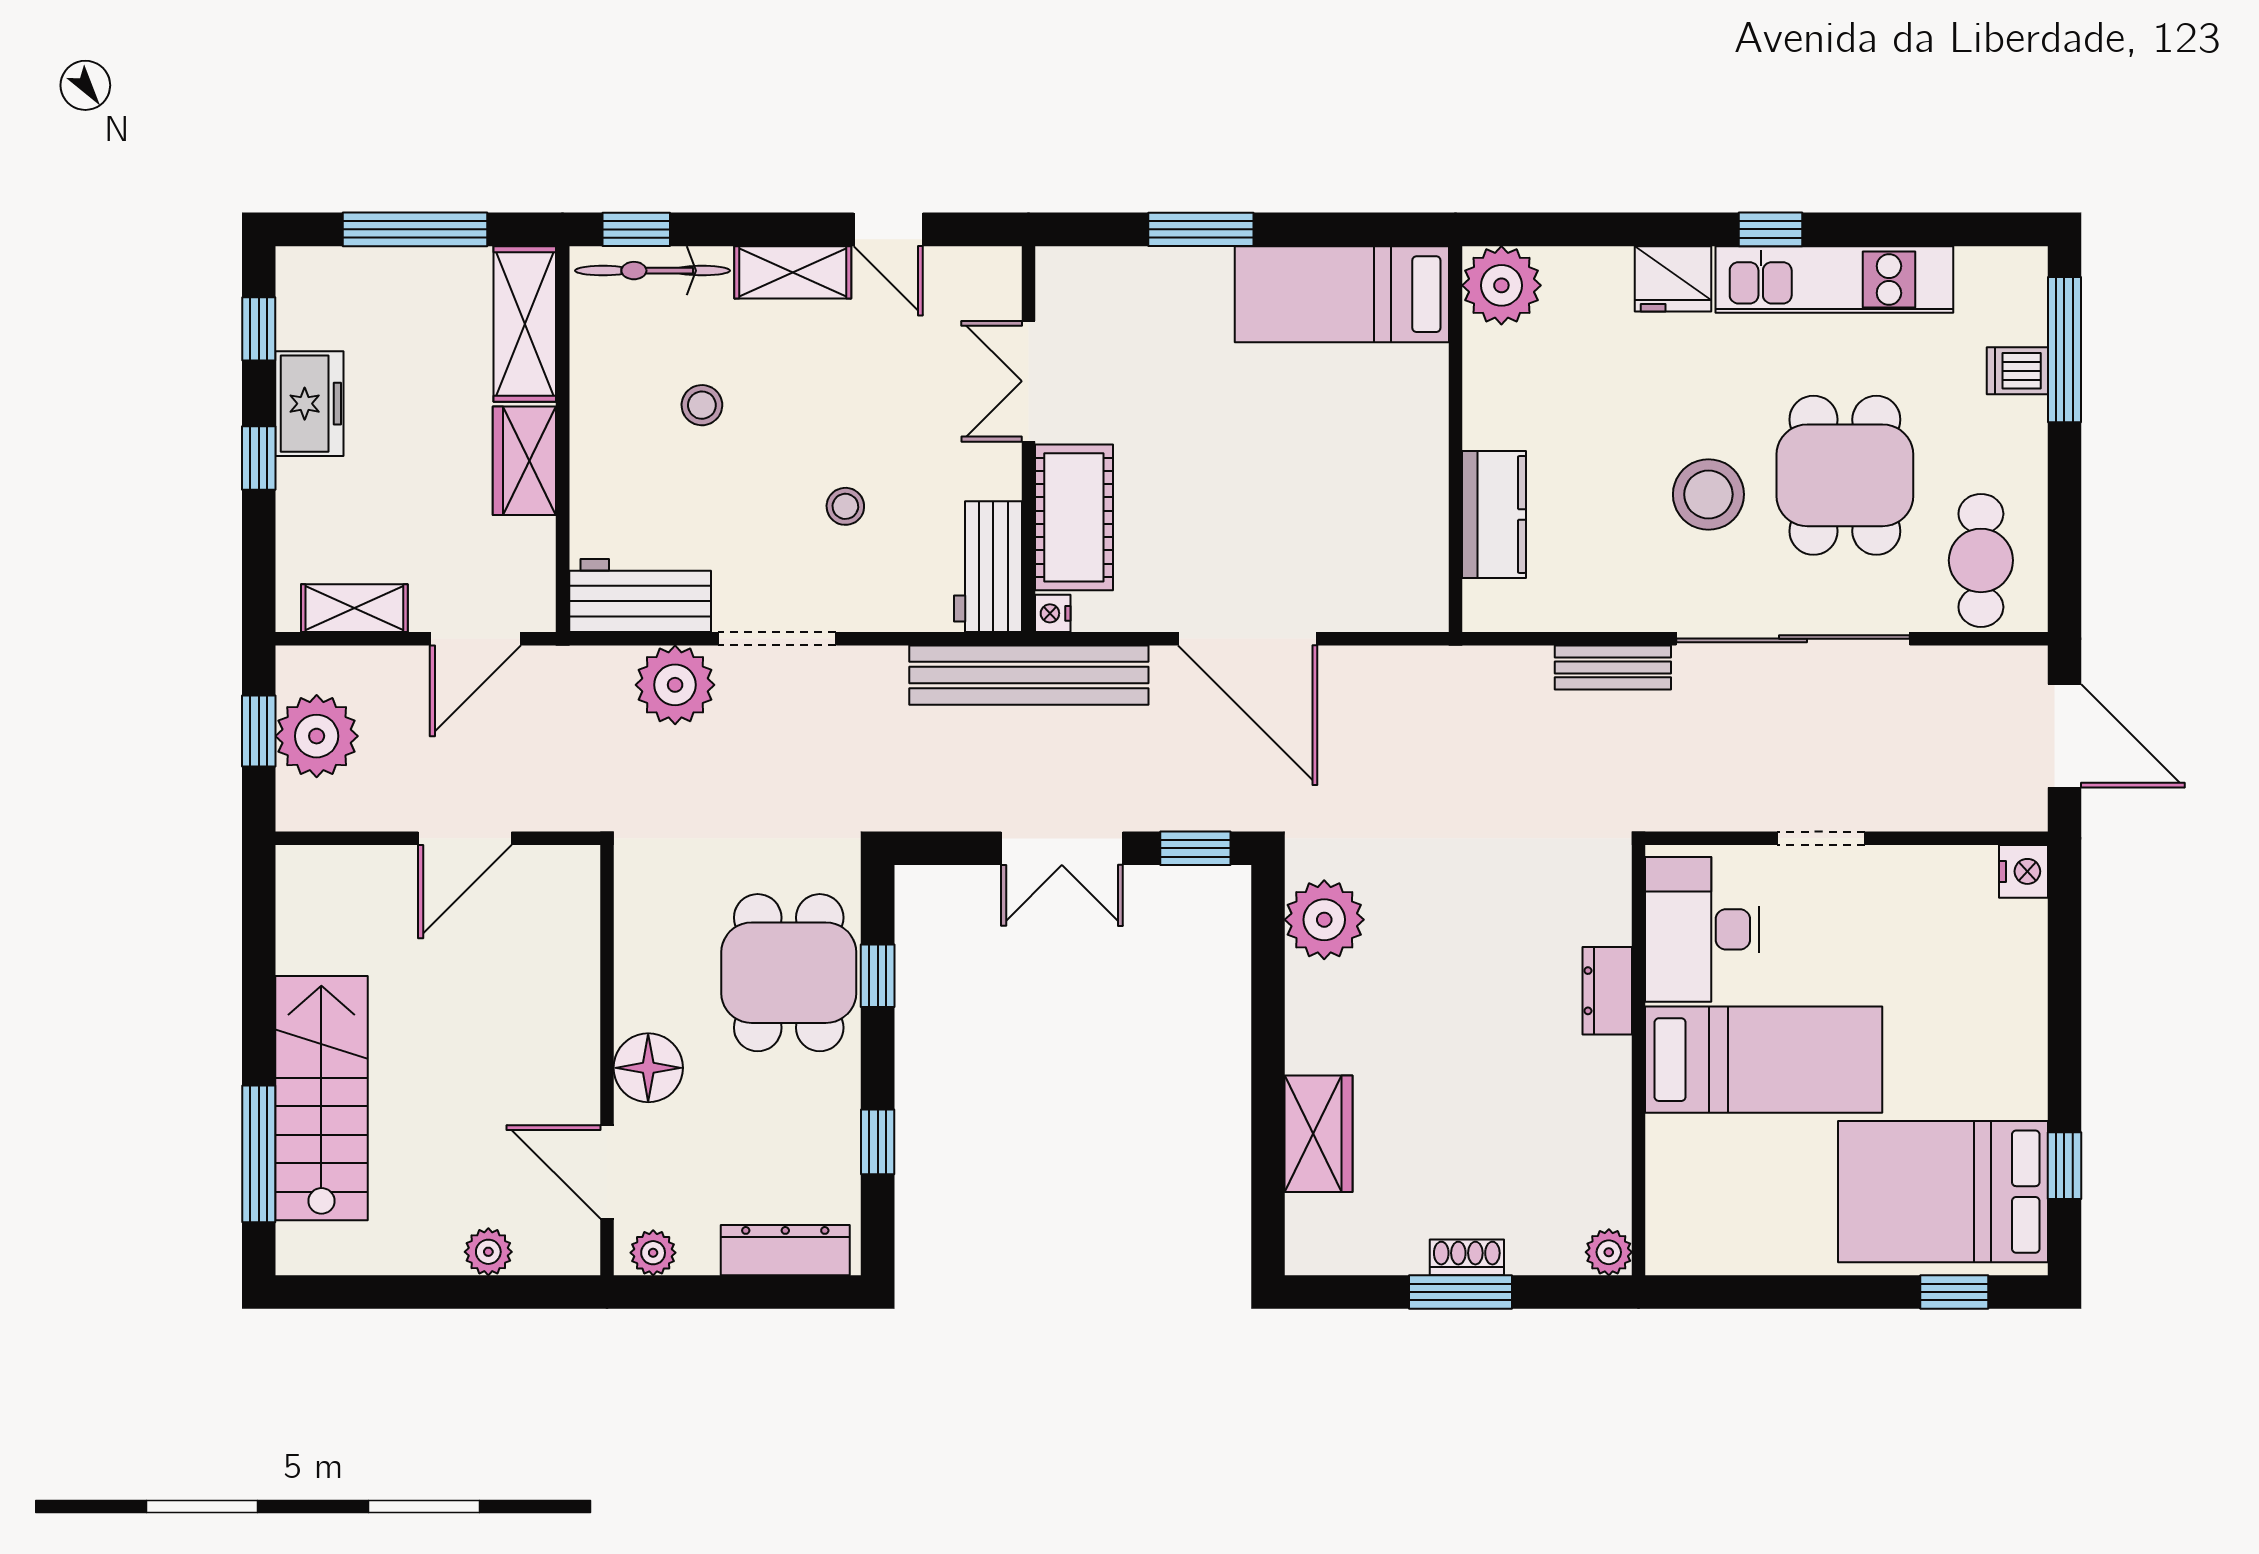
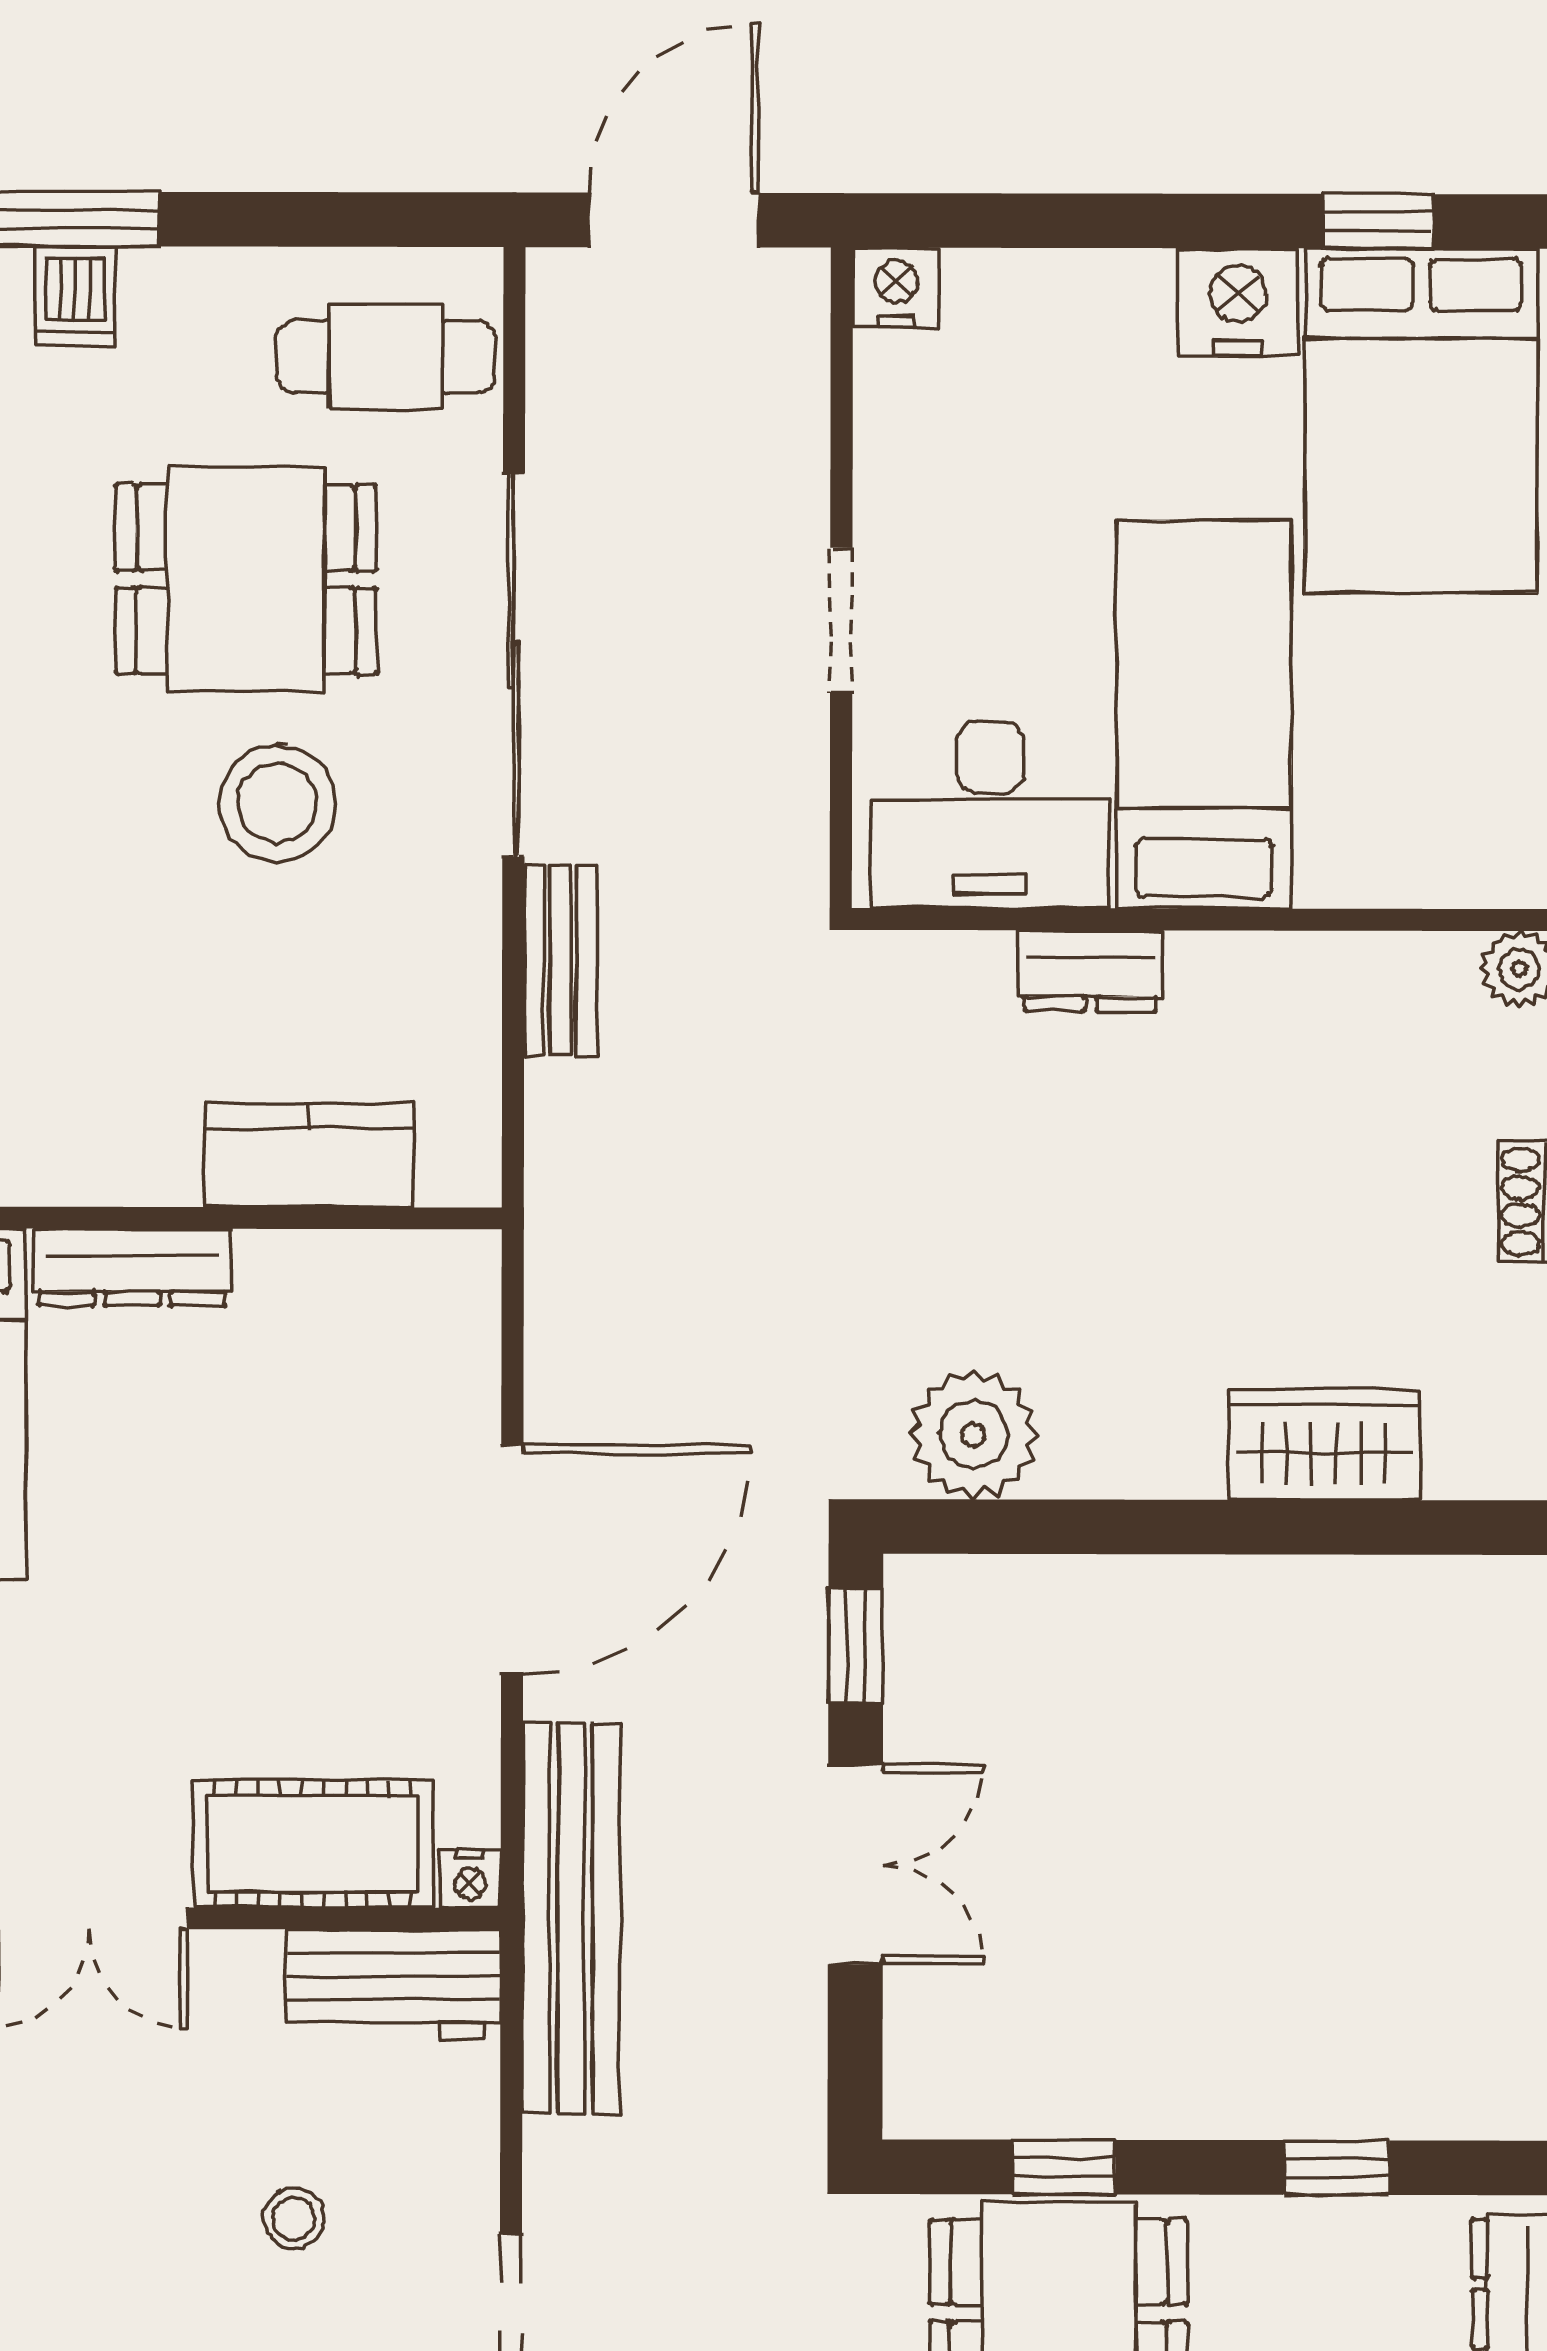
dresser: (1425, 407) -> (132, 1267), added
nightstand: (2015, 1080) -> (1238, 302), added

